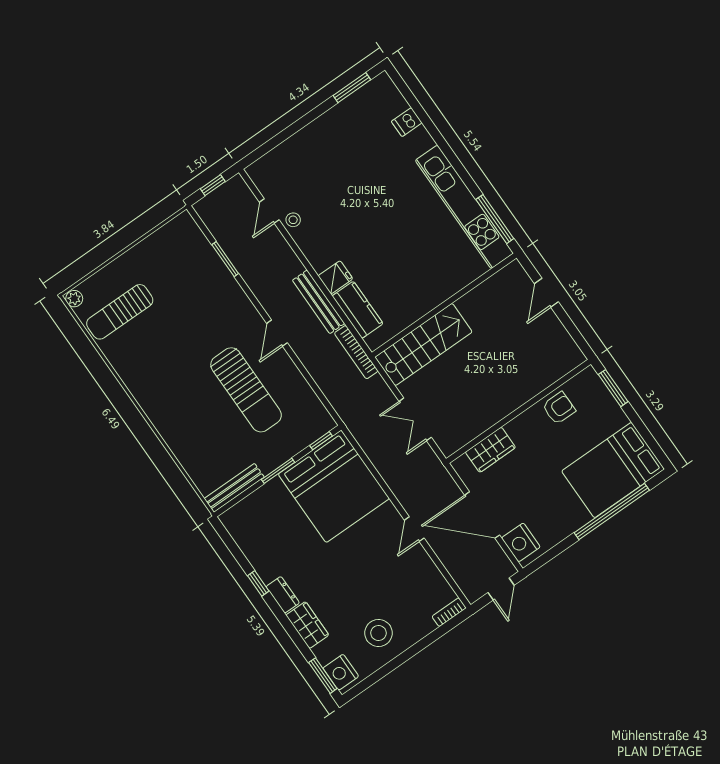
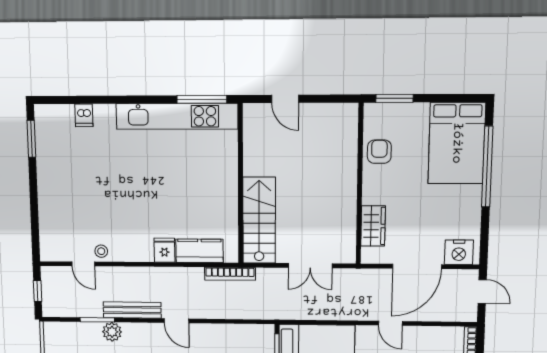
plant: (223, 280) -> (112, 332), added
bench: (319, 302) -> (132, 310), moved

